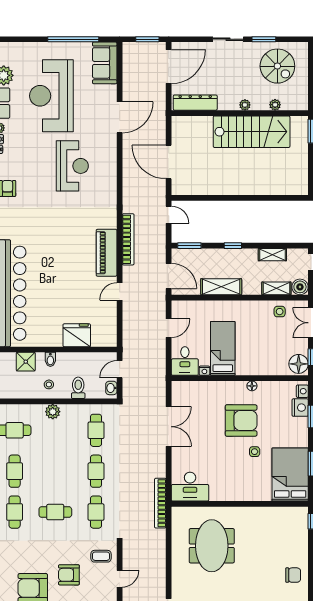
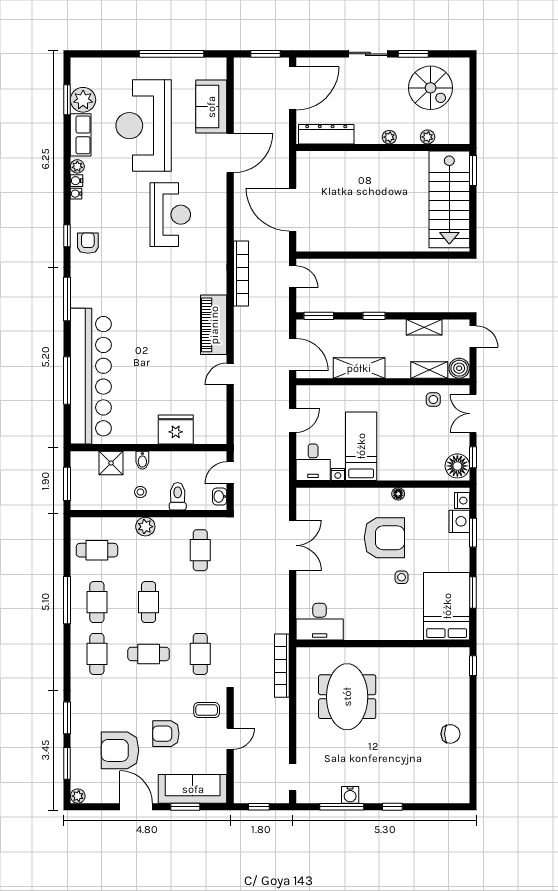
sofa: (105, 63) -> (211, 107), moved
stairs: (252, 132) -> (449, 199), moved, turned 90
bookcase: (128, 239) -> (241, 274), moved
cafe table: (96, 471) -> (149, 602), moved
bookcase: (160, 503) -> (282, 666), moved

